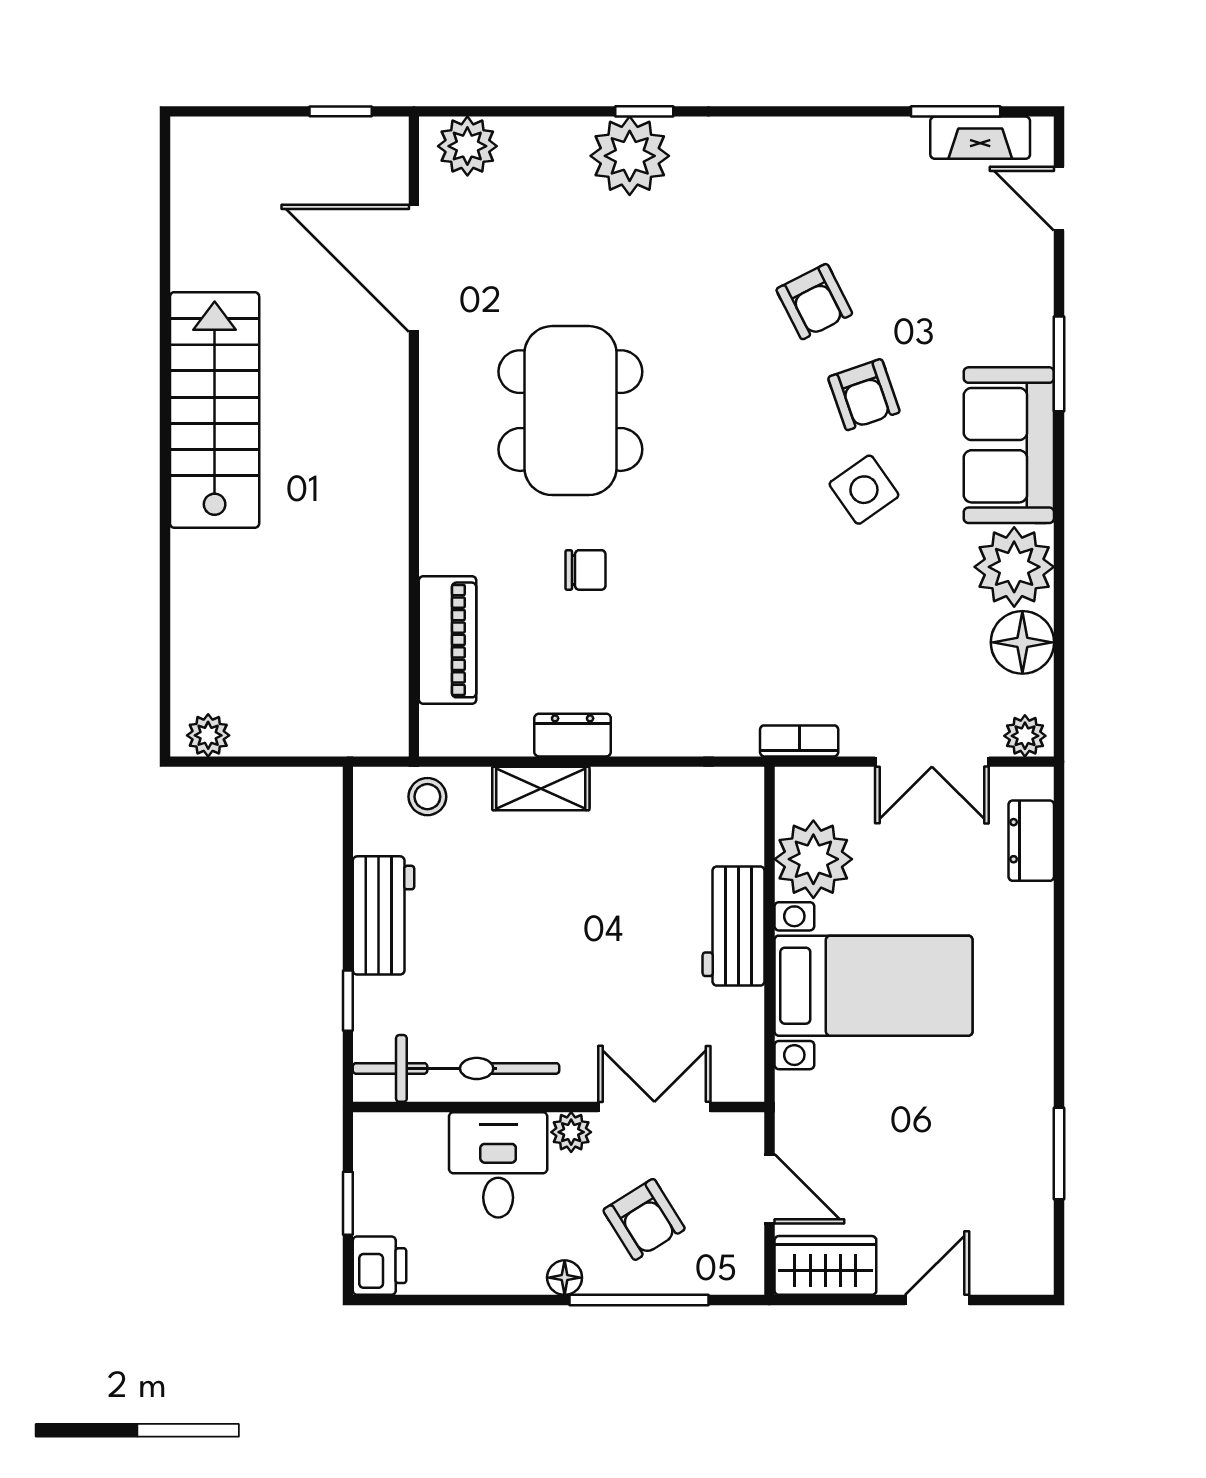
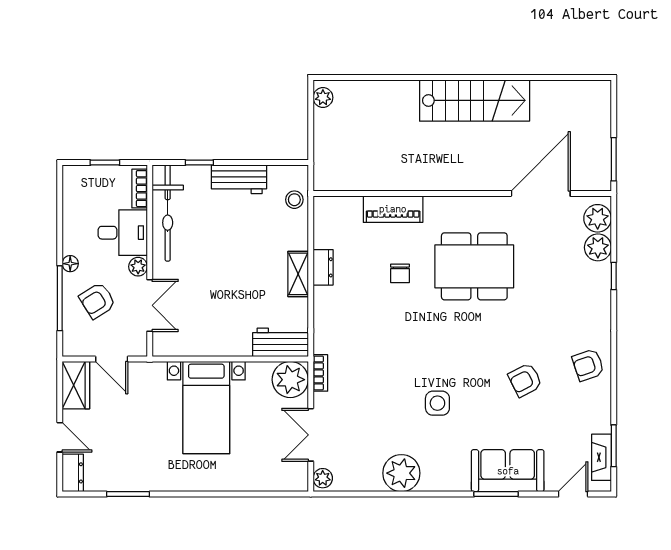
window: (341, 111) -> (614, 159), width x1.50
window: (644, 111) -> (614, 276), moved
plant: (630, 156) -> (598, 247), moved, width x0.73, depth x0.73
armchair: (864, 395) -> (588, 365), moved
sofa: (1009, 445) -> (508, 471), moved
side table: (864, 490) -> (437, 403), turned 35
piano: (448, 640) -> (393, 209), moved
floor lamp: (1022, 642) -> (366, 477), removed
shelving: (541, 789) -> (298, 274), moved
dresser: (1031, 841) -> (73, 473), moved, turned 90
plant: (813, 859) -> (290, 380), moved
workbench: (734, 926) -> (281, 342), moved
bookcase: (404, 1129) -> (140, 189), added
door: (769, 1189) -> (112, 359), hinge flipped
printer: (380, 1266) -> (76, 177), removed

